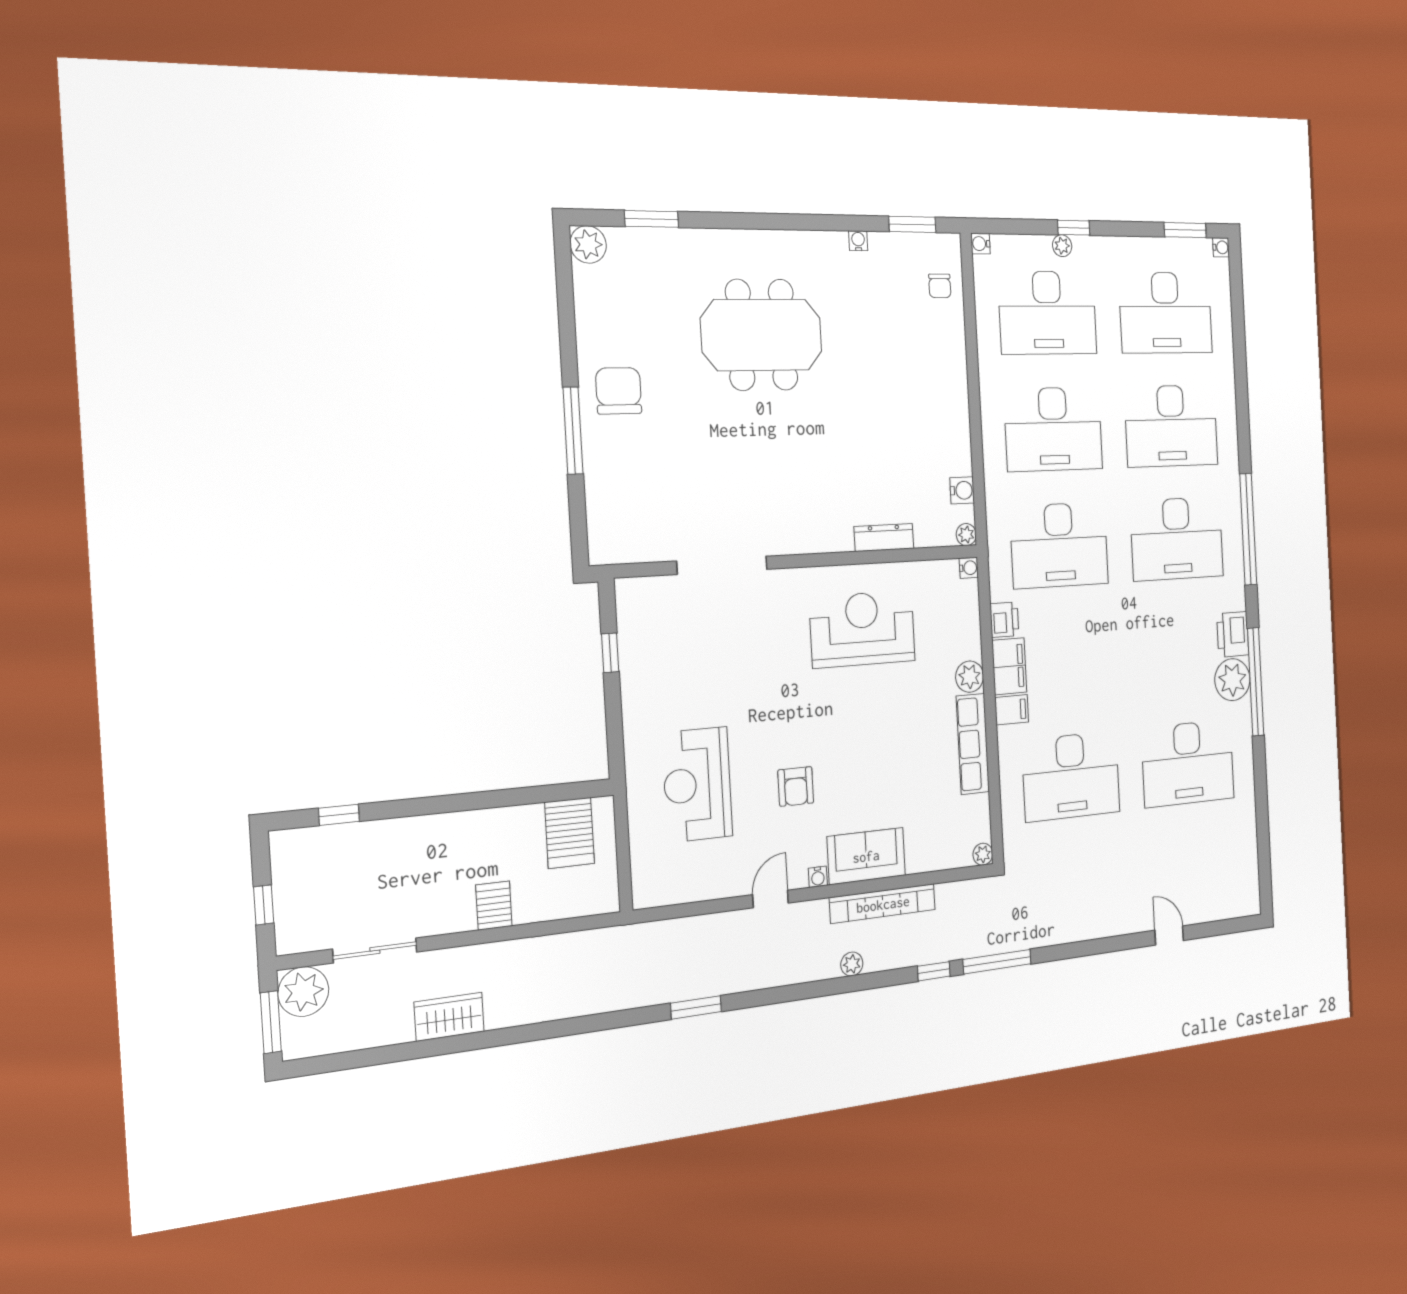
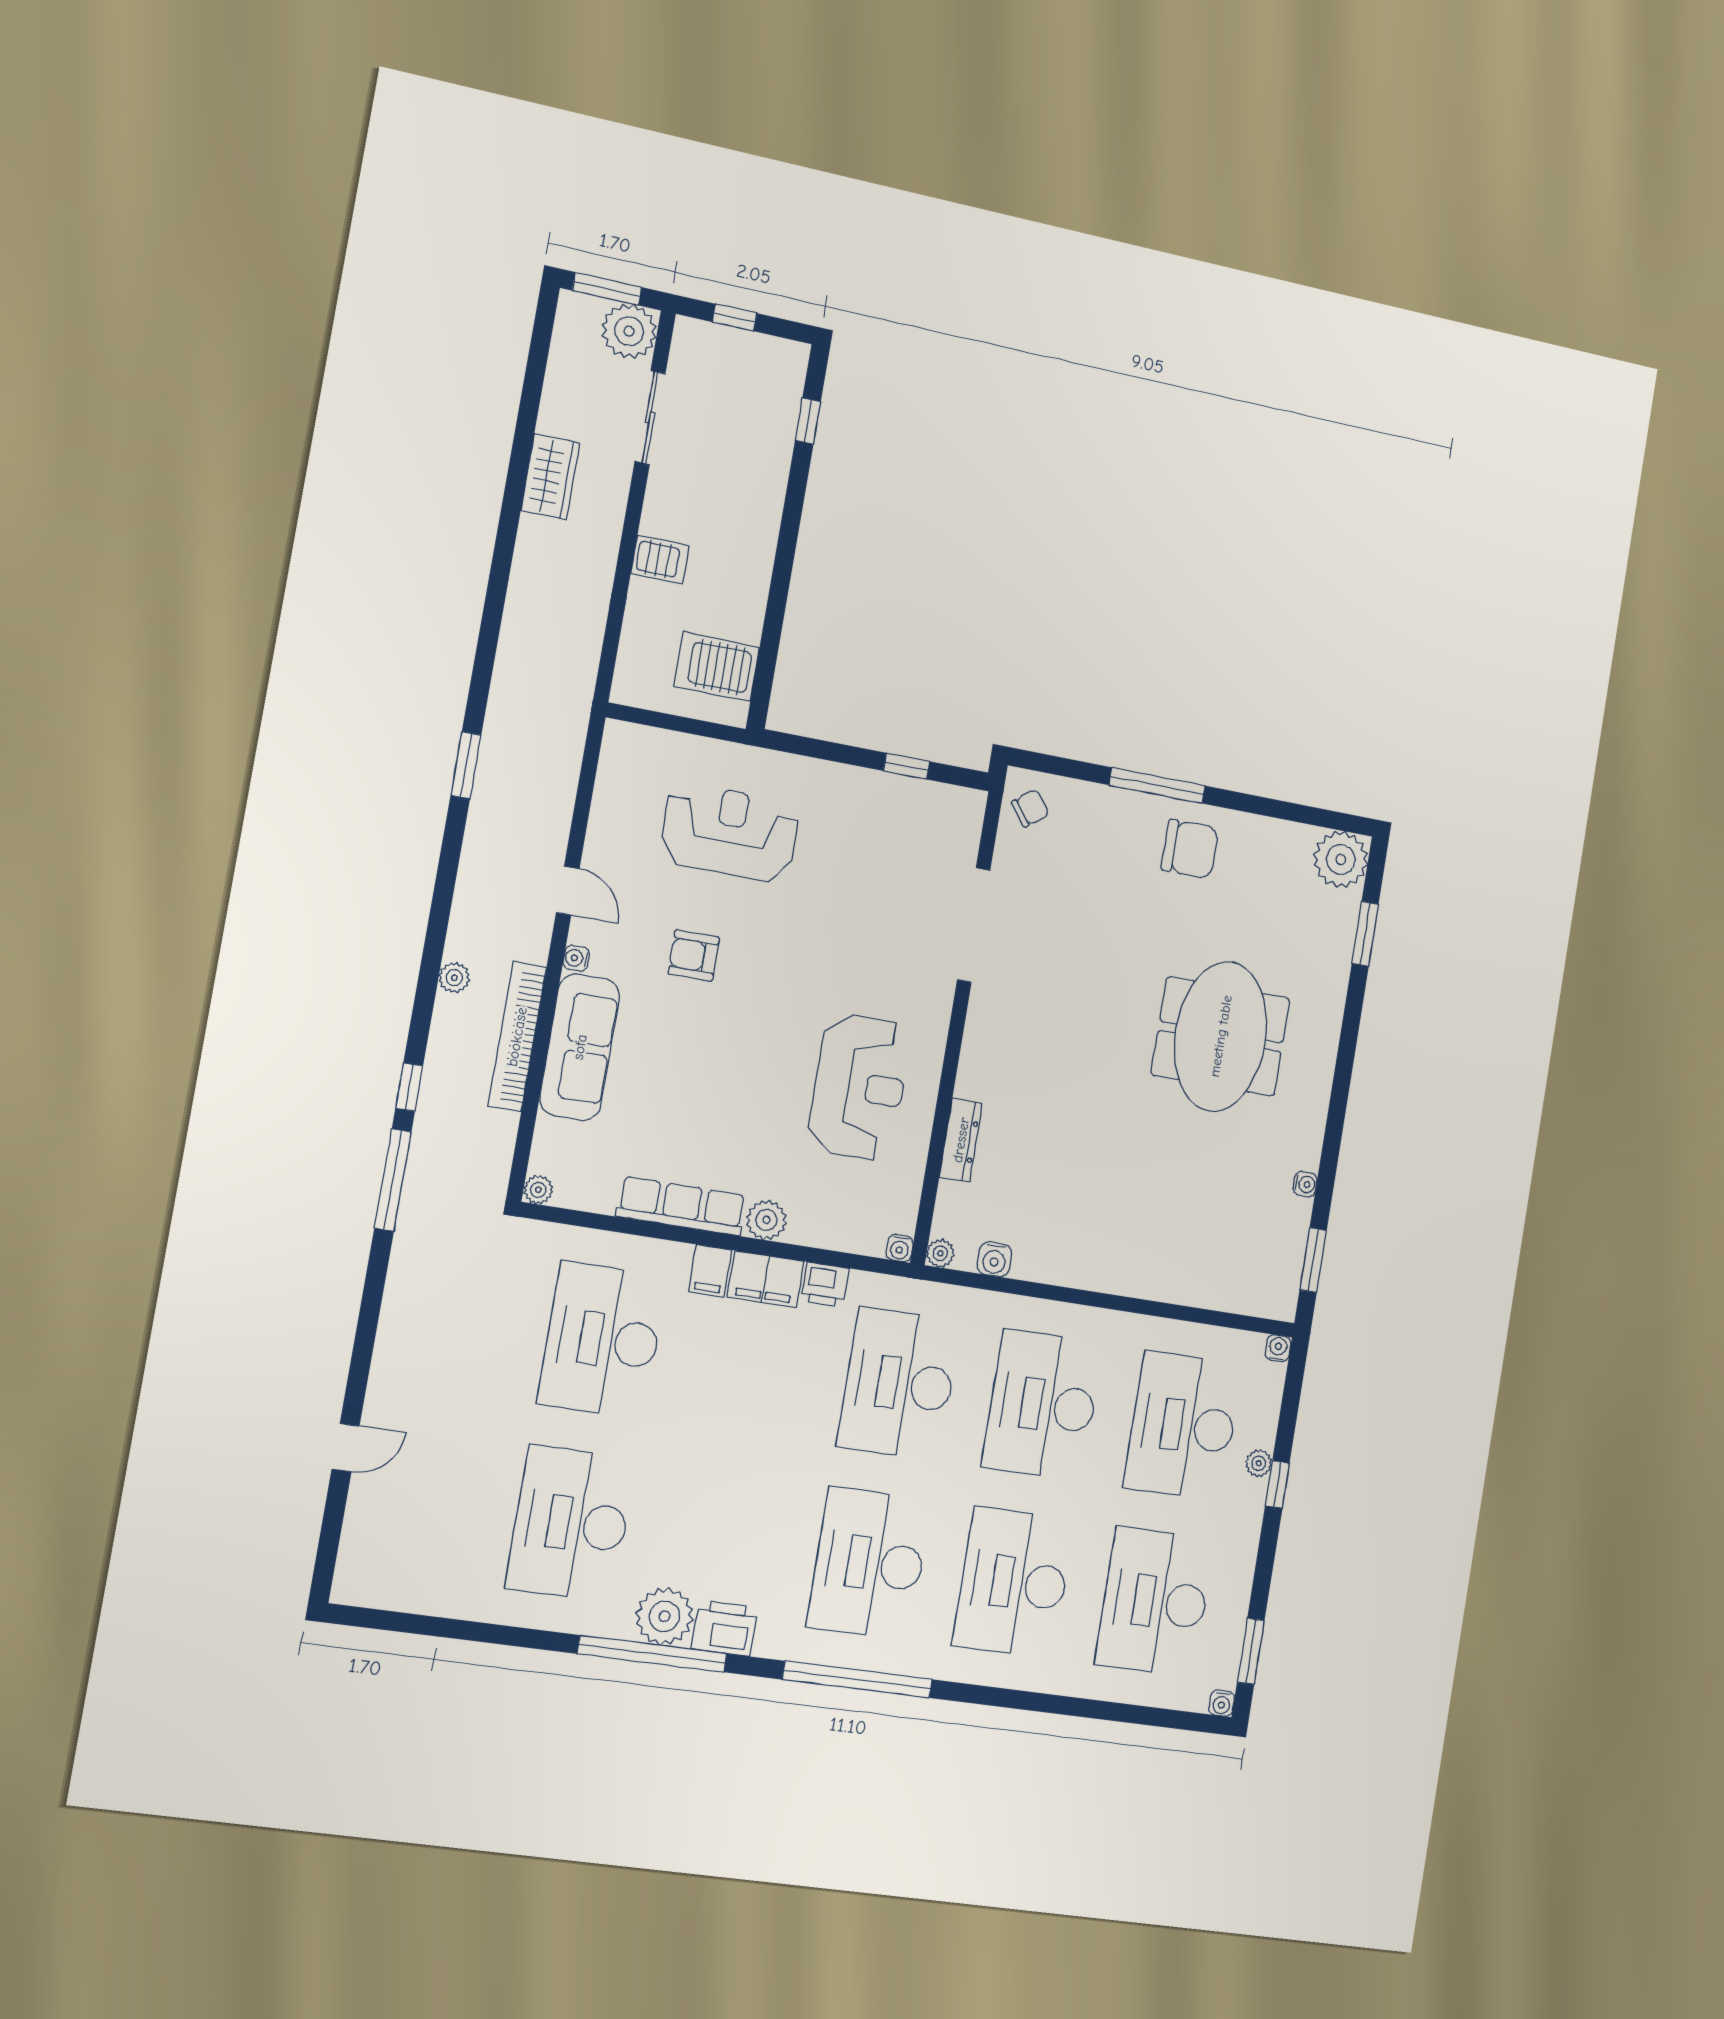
plant: (588, 244) -> (1341, 859), width x1.36, depth x1.36
chair: (940, 286) -> (1030, 808), moved, turned 142
sofa: (866, 856) -> (580, 1047), width x1.36

